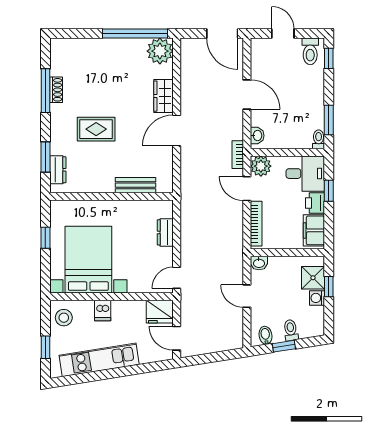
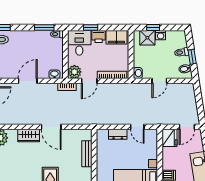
door: (177, 278) -> (137, 127), moved

